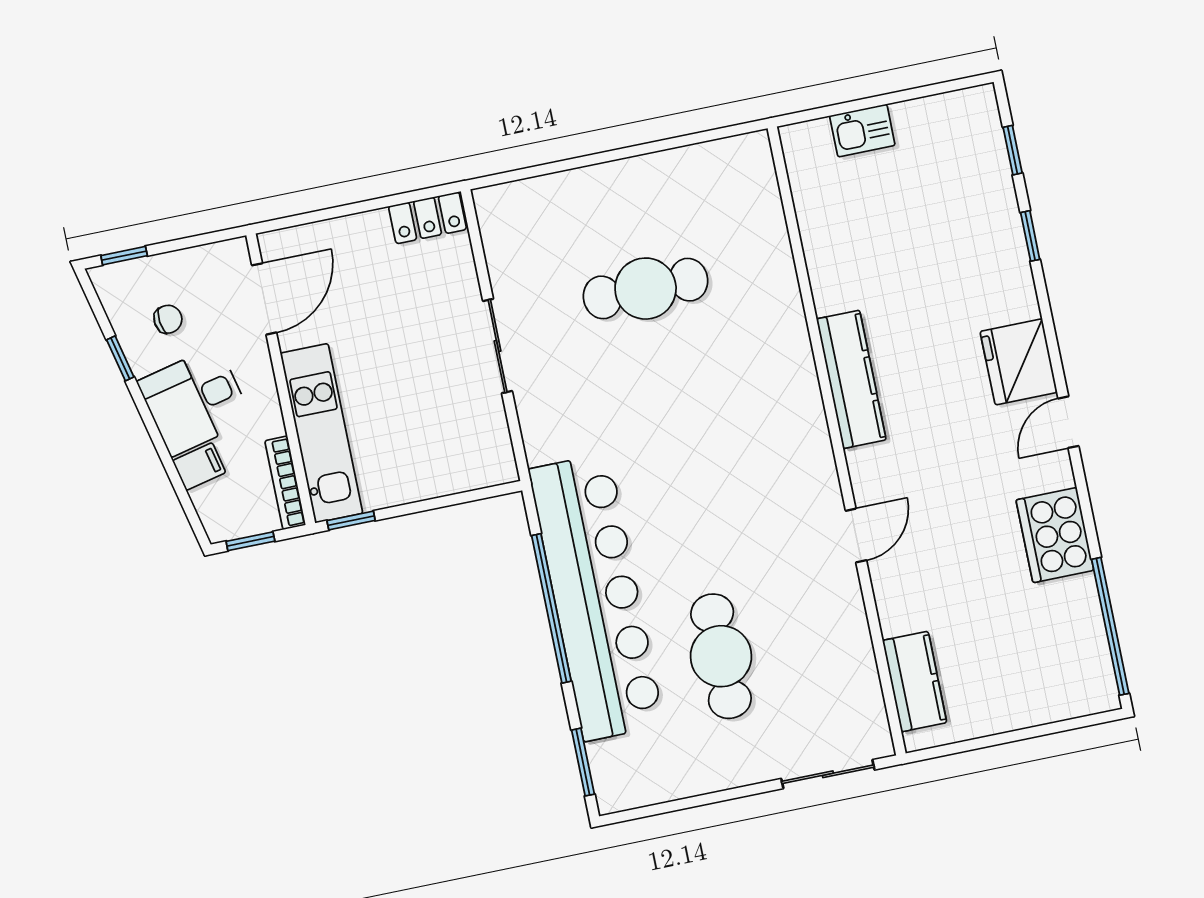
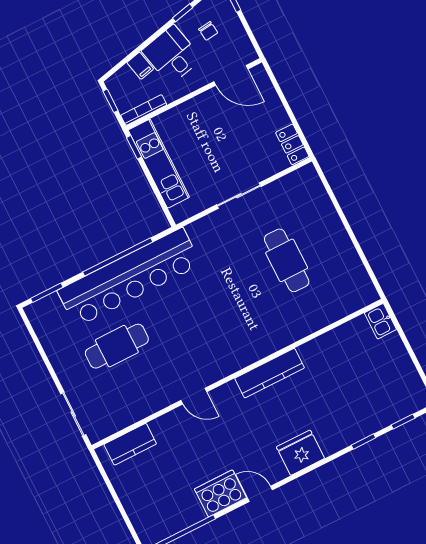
kitchen sink: (862, 131) -> (380, 321), moved
door: (1068, 422) -> (260, 494), moved
kitchen unit: (322, 433) -> (159, 164), moved, turned -90

